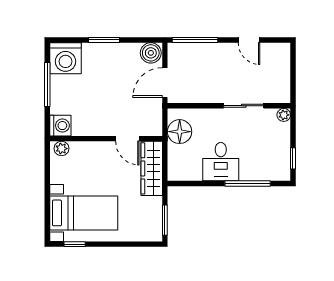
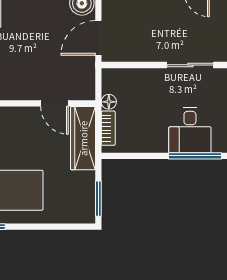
floor lamp: (180, 132) -> (109, 102), width x0.53, depth x0.53
bookcase: (173, 160) -> (108, 128), added
desk: (221, 162) -> (190, 130), moved

